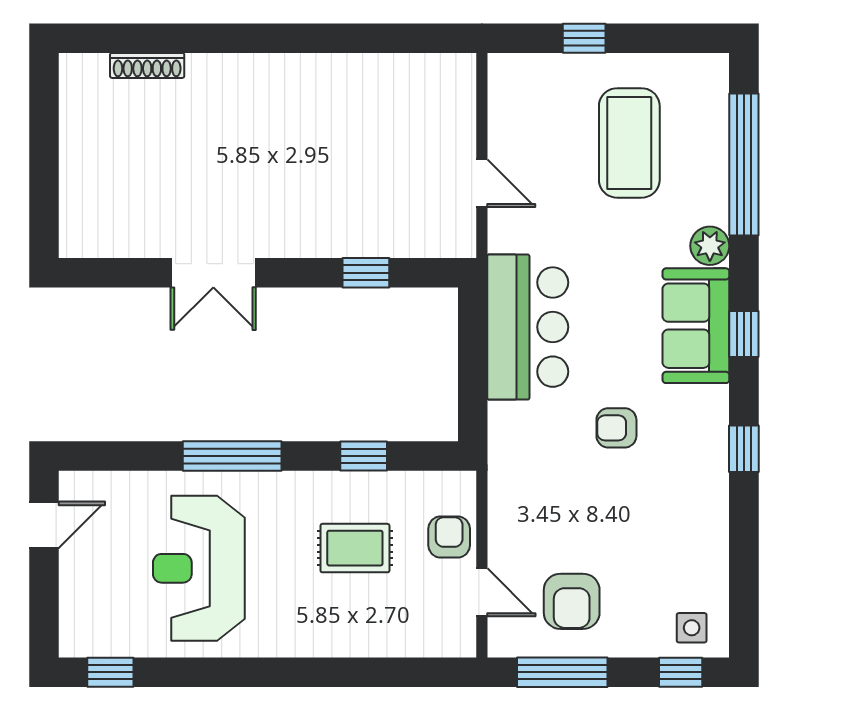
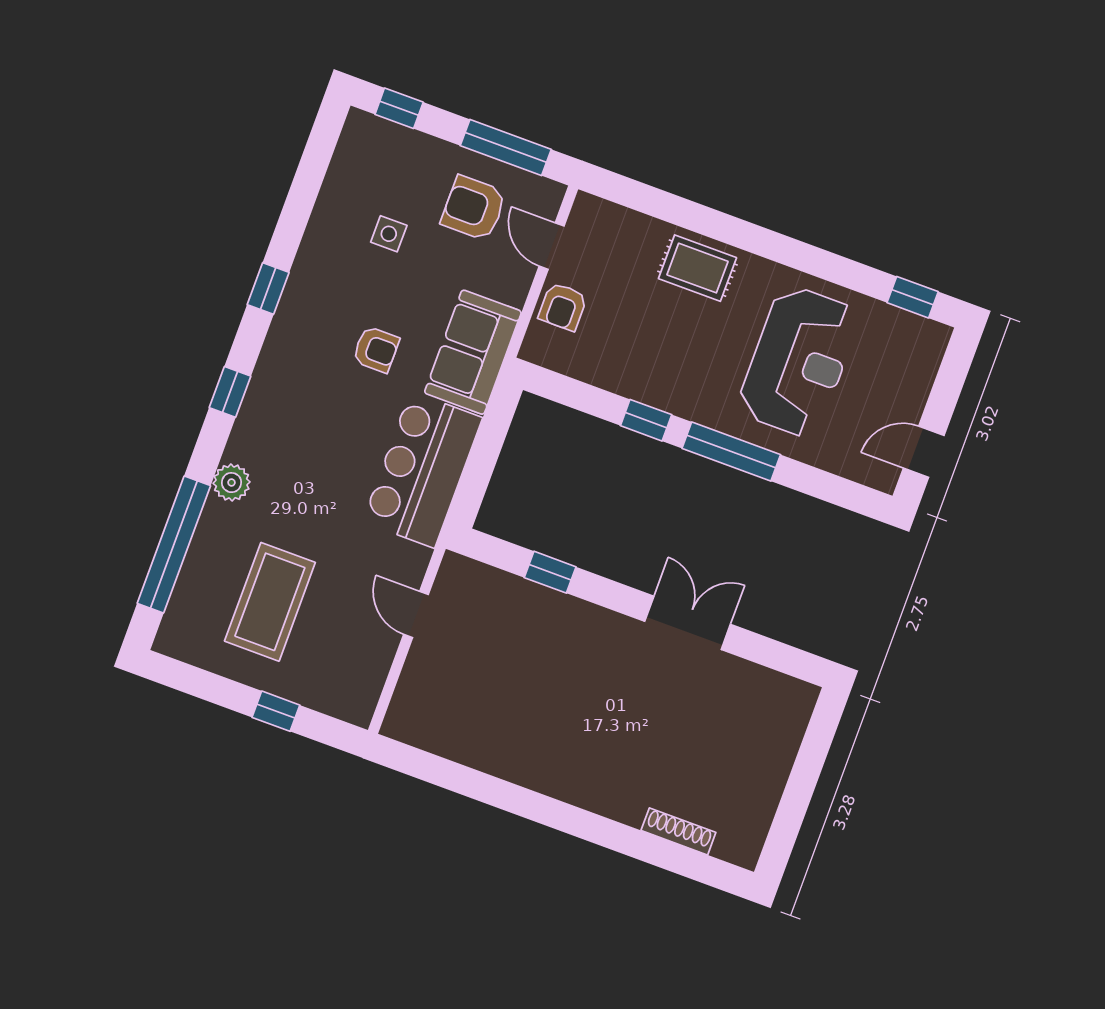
sofa: (696, 326) -> (473, 352), moved, turned 180
window: (364, 456) -> (646, 420), moved
rug: (355, 548) -> (697, 268), moved
armchair: (572, 601) -> (474, 208), turned -90
side table: (692, 628) -> (389, 234), moved

